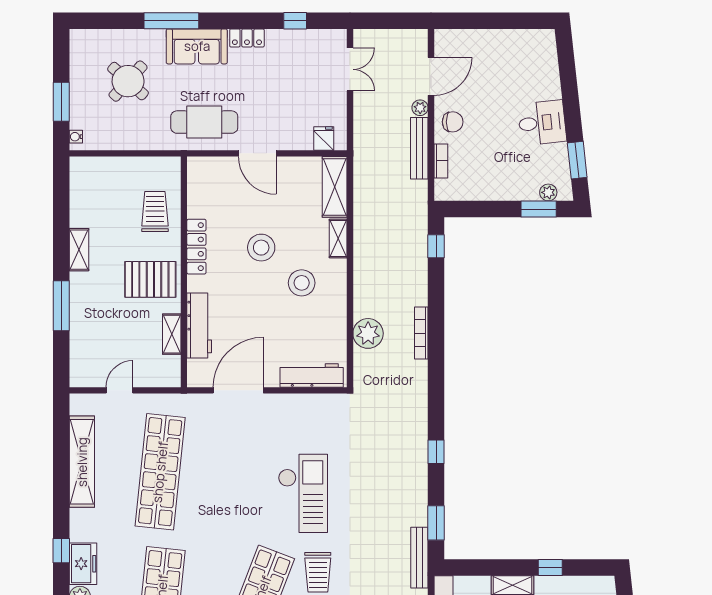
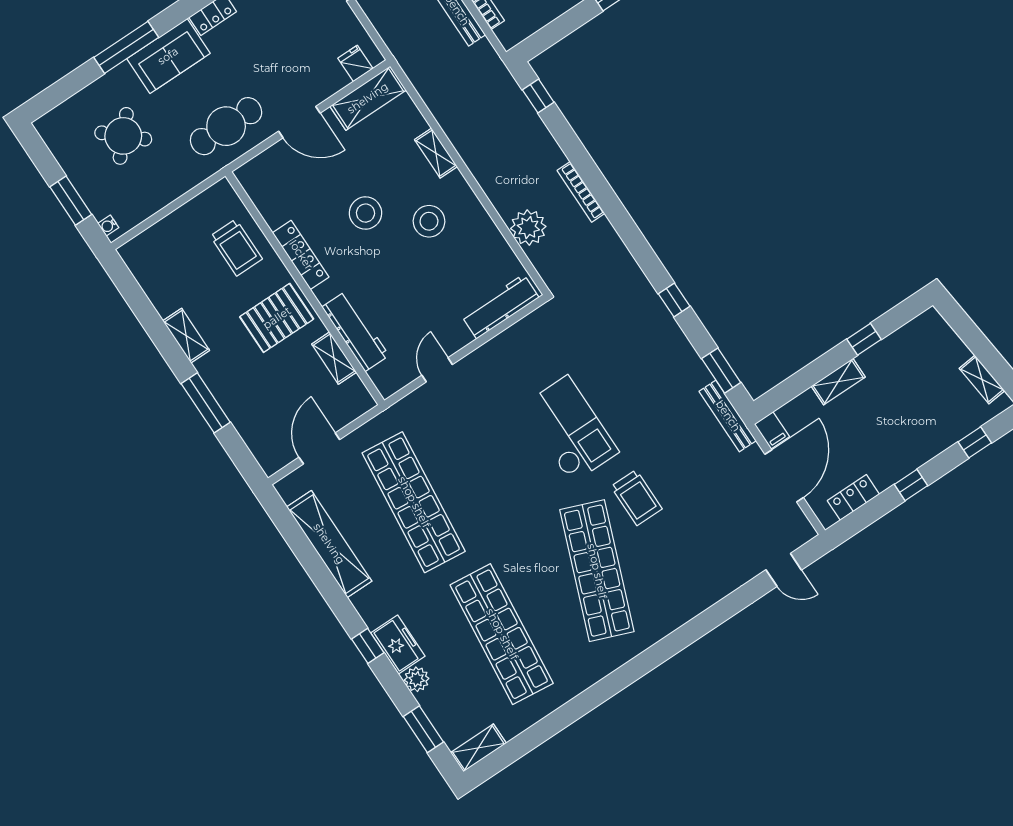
shelving: (335, 187) -> (368, 98), moved, turned 90
trolley: (155, 212) -> (236, 248), turned 180
door: (119, 390) -> (319, 448), width x1.37
door: (238, 390) -> (437, 370), width x0.53

